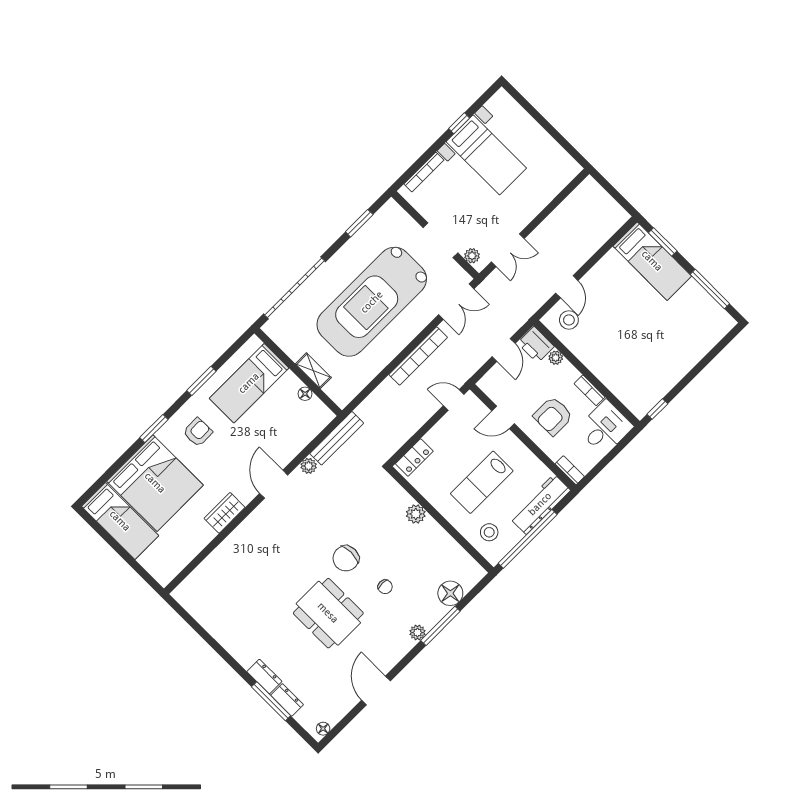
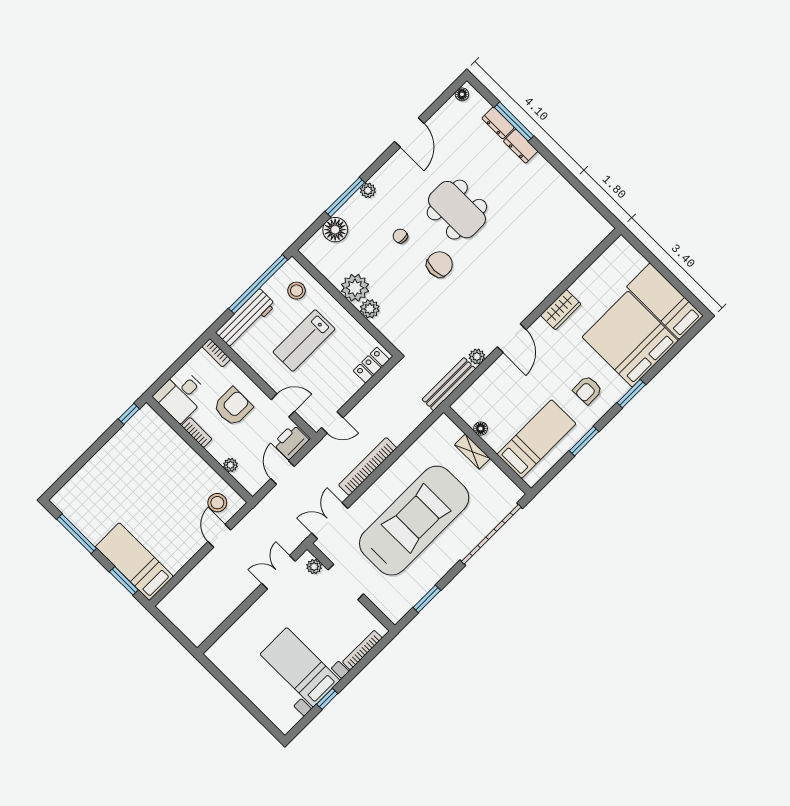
printer: (536, 345) -> (291, 442), moved, turned -90
lab bench: (482, 482) -> (304, 341), turned 180
plant: (431, 535) -> (355, 288), added

